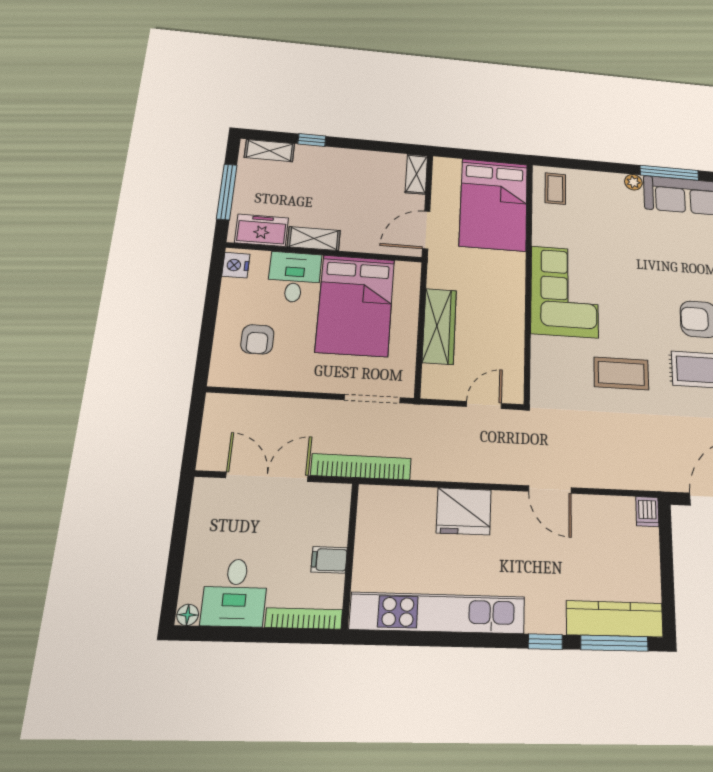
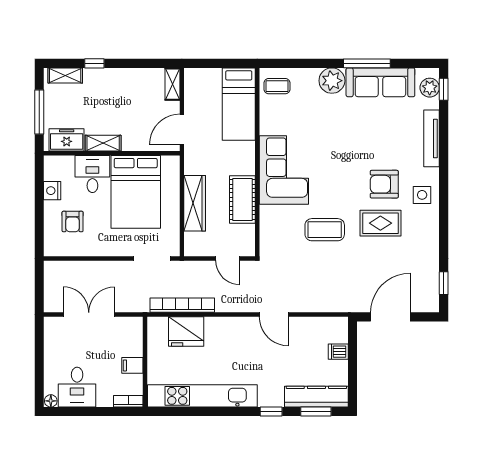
plant: (633, 182) -> (332, 81), width x1.88, depth x1.88
coffee table: (555, 189) -> (277, 86), turned 90
bed: (494, 205) -> (239, 104), width x0.67
nightstand: (236, 265) -> (52, 191), moved
cot: (507, 326) -> (242, 199), added
door: (484, 405) -> (228, 258), swing flipped
bookcase: (361, 467) -> (182, 305), moved
fridge: (464, 511) -> (186, 331), moved
dishwasher: (647, 512) -> (338, 352), moved, turned 90
bookcase: (304, 618) -> (128, 401), width x0.64
window: (614, 643) -> (316, 412), width x0.69

